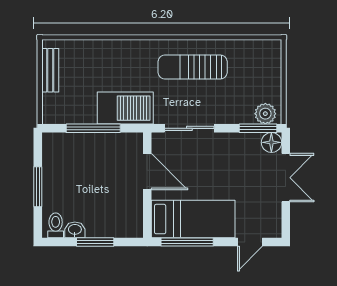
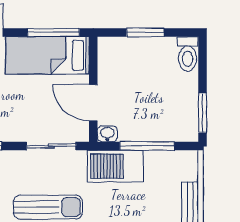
window: (38, 187) -> (203, 113), moved
toilet: (56, 225) -> (188, 54), width x1.37, depth x1.39
washbasin: (75, 230) -> (107, 134), moved, turned 180

